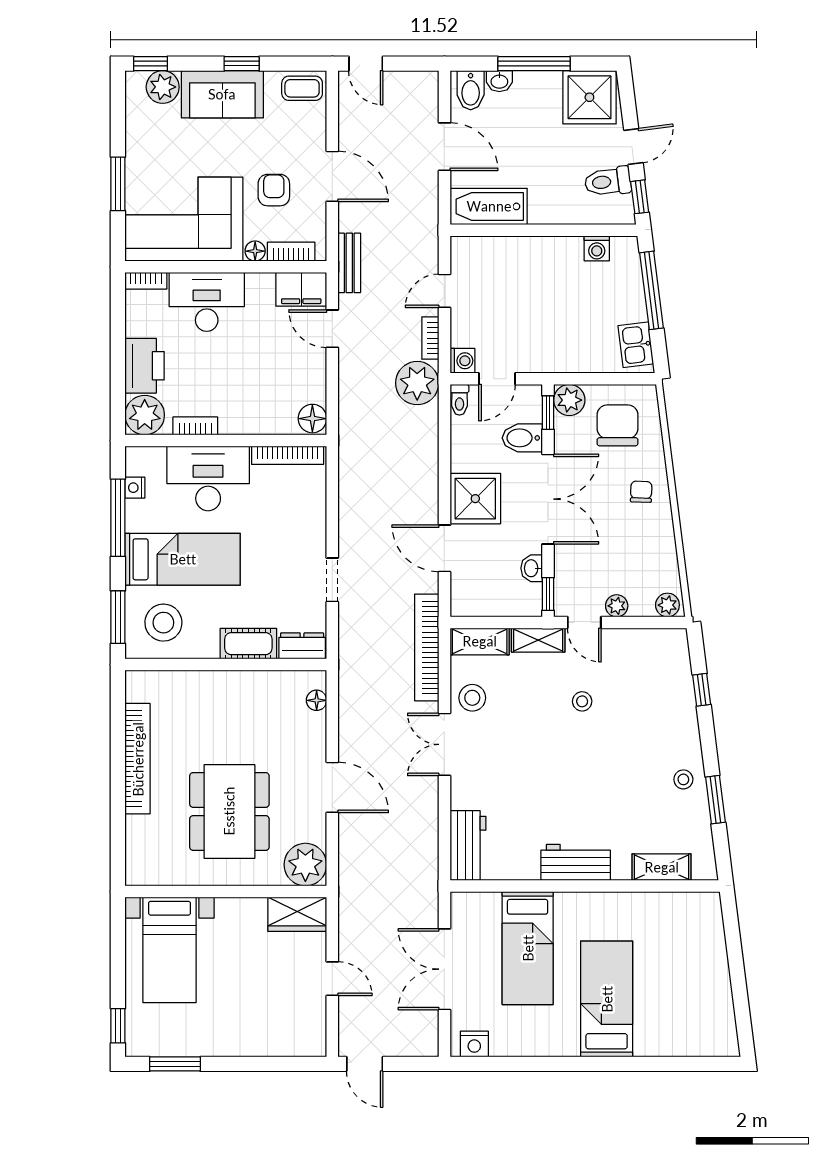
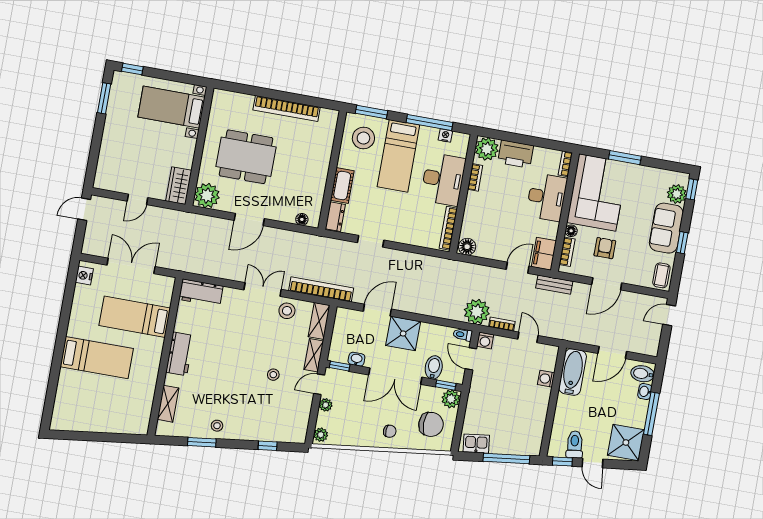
armchair: (274, 190) -> (605, 248), turned -90
washing machine: (597, 248) -> (546, 379), moved

